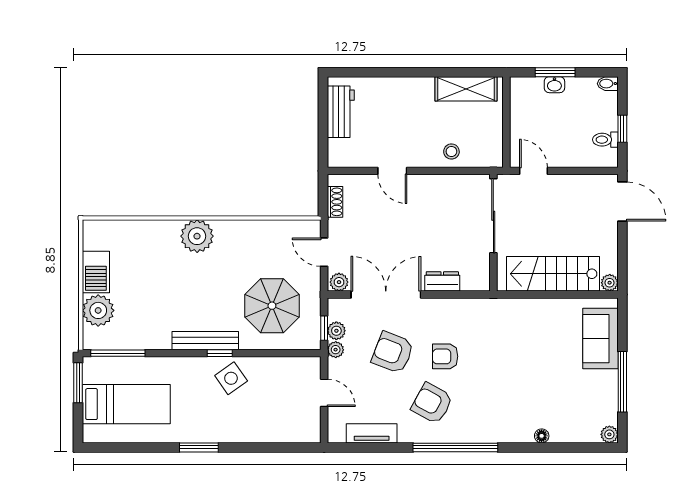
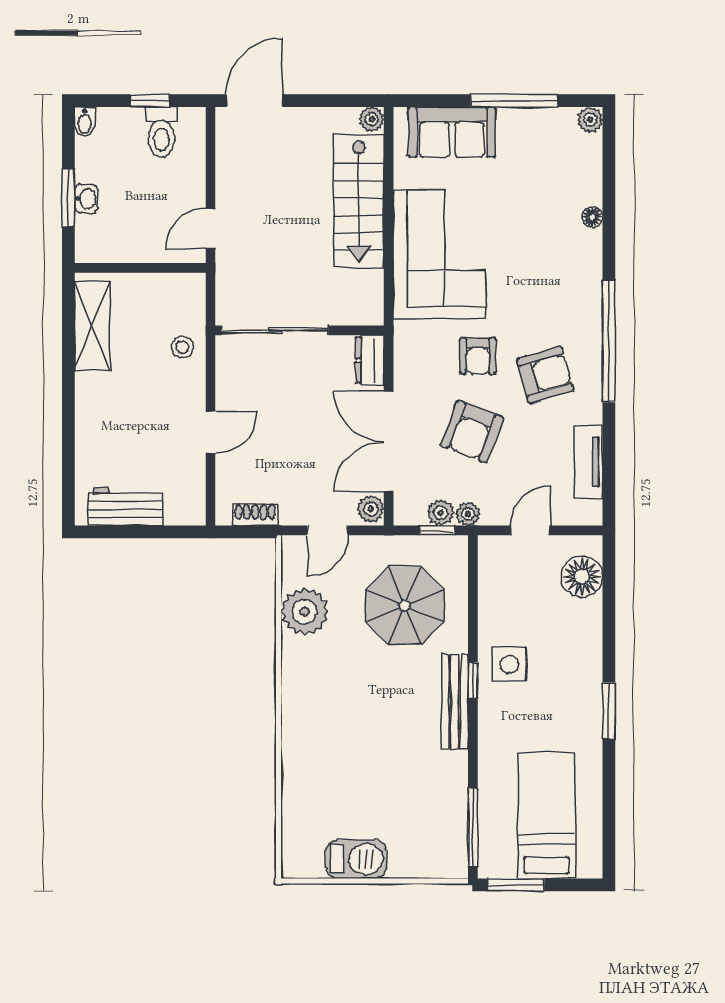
toilet: (605, 140) -> (161, 132), width x1.37, depth x1.39
sliding door: (493, 216) -> (275, 330), moved
wall: (493, 233) -> (300, 330), moved
plant: (197, 236) -> (305, 612), moved
plant: (98, 310) -> (412, 856), removed
corner sofa: (515, 330) -> (439, 255), added
side table: (231, 378) -> (509, 664), turned 35
armchair: (432, 403) -> (545, 375), turned -135
floor lamp: (292, 429) -> (582, 577), added

